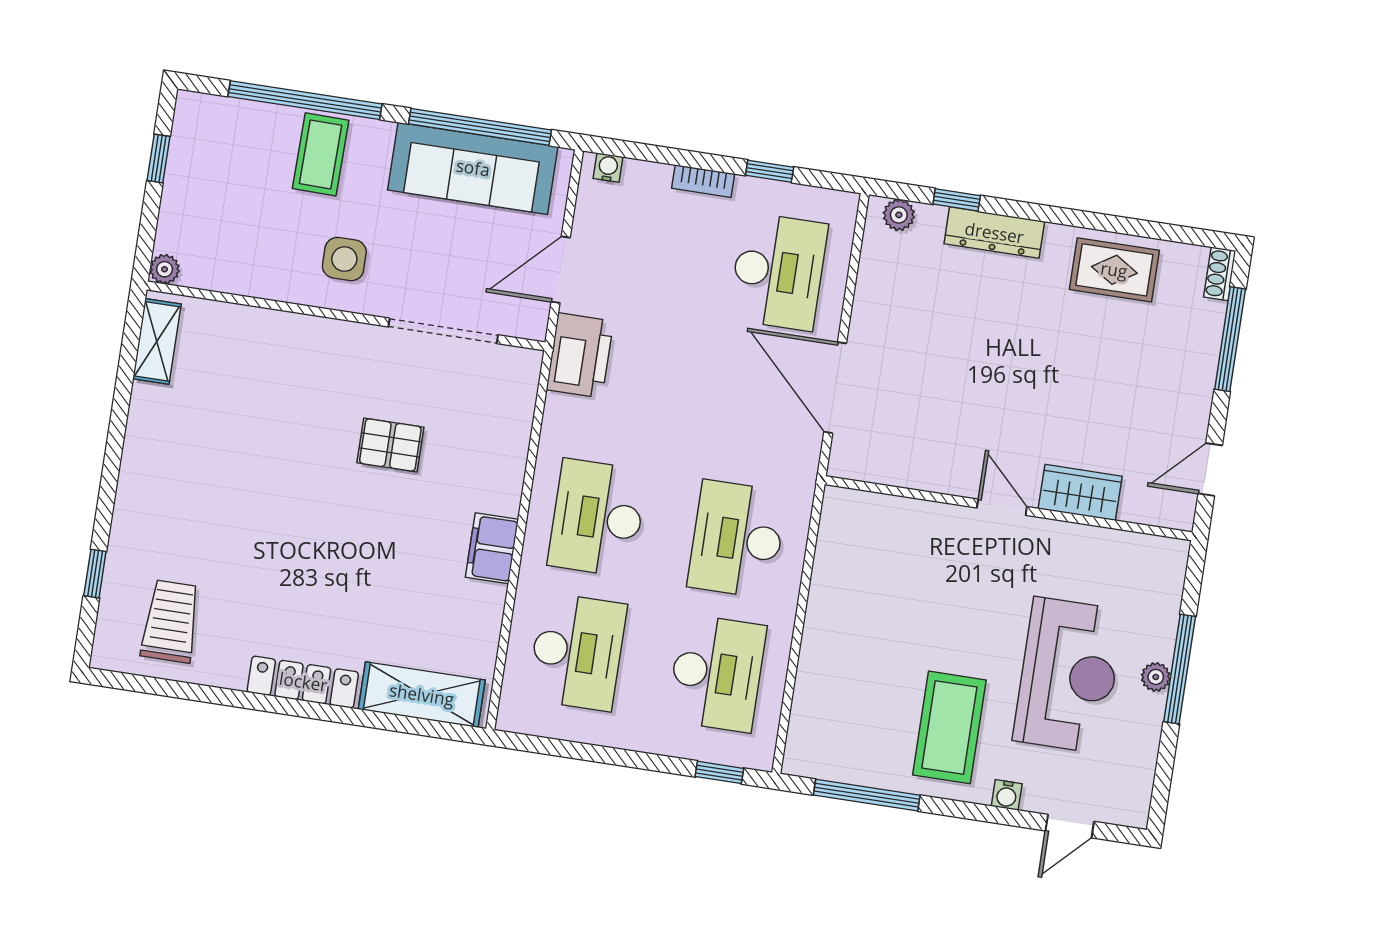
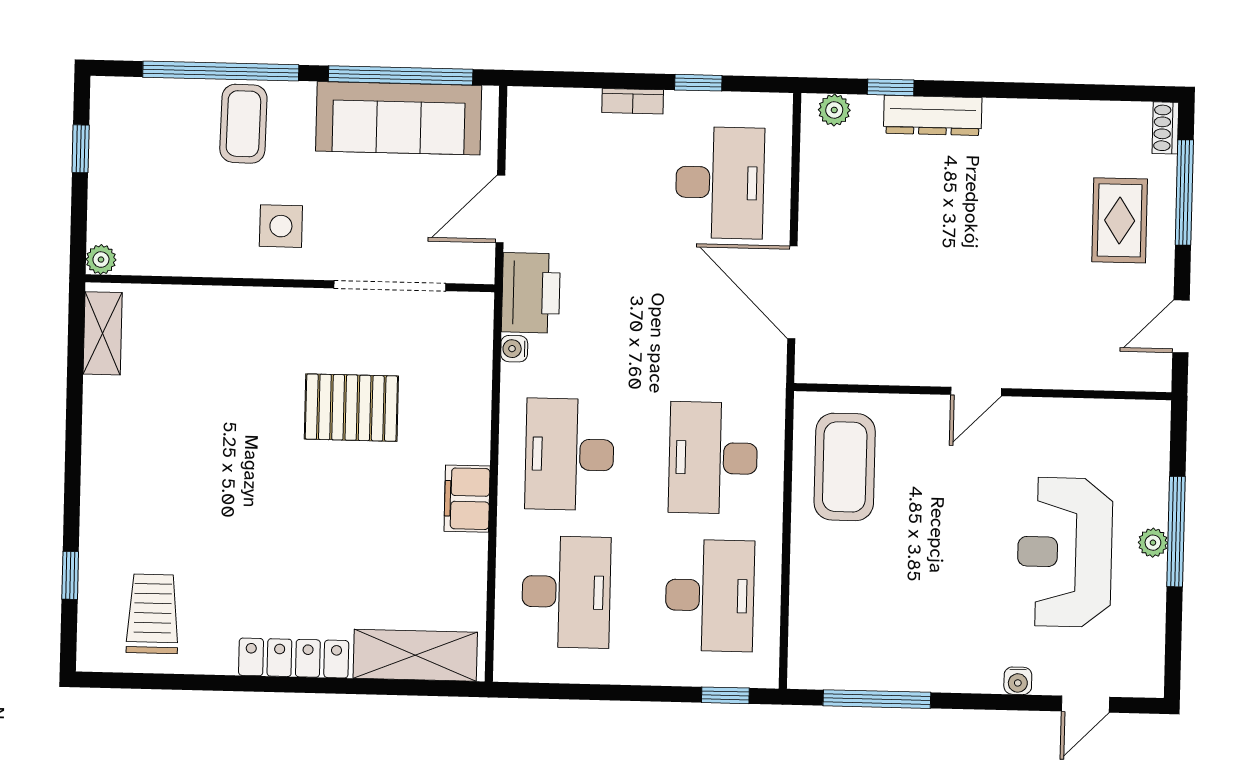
water cooler: (608, 168) -> (514, 349), moved, turned -90
rug: (1114, 270) -> (1120, 220), moved, turned 90
pallet: (390, 445) -> (351, 408), width x1.50, depth x1.42
wardrobe: (1080, 492) -> (1053, 366), removed
door: (1002, 507) -> (976, 391), swing flipped
reception desk: (1068, 675) -> (1065, 552), turned 180
coffee table: (949, 727) -> (845, 467), moved

